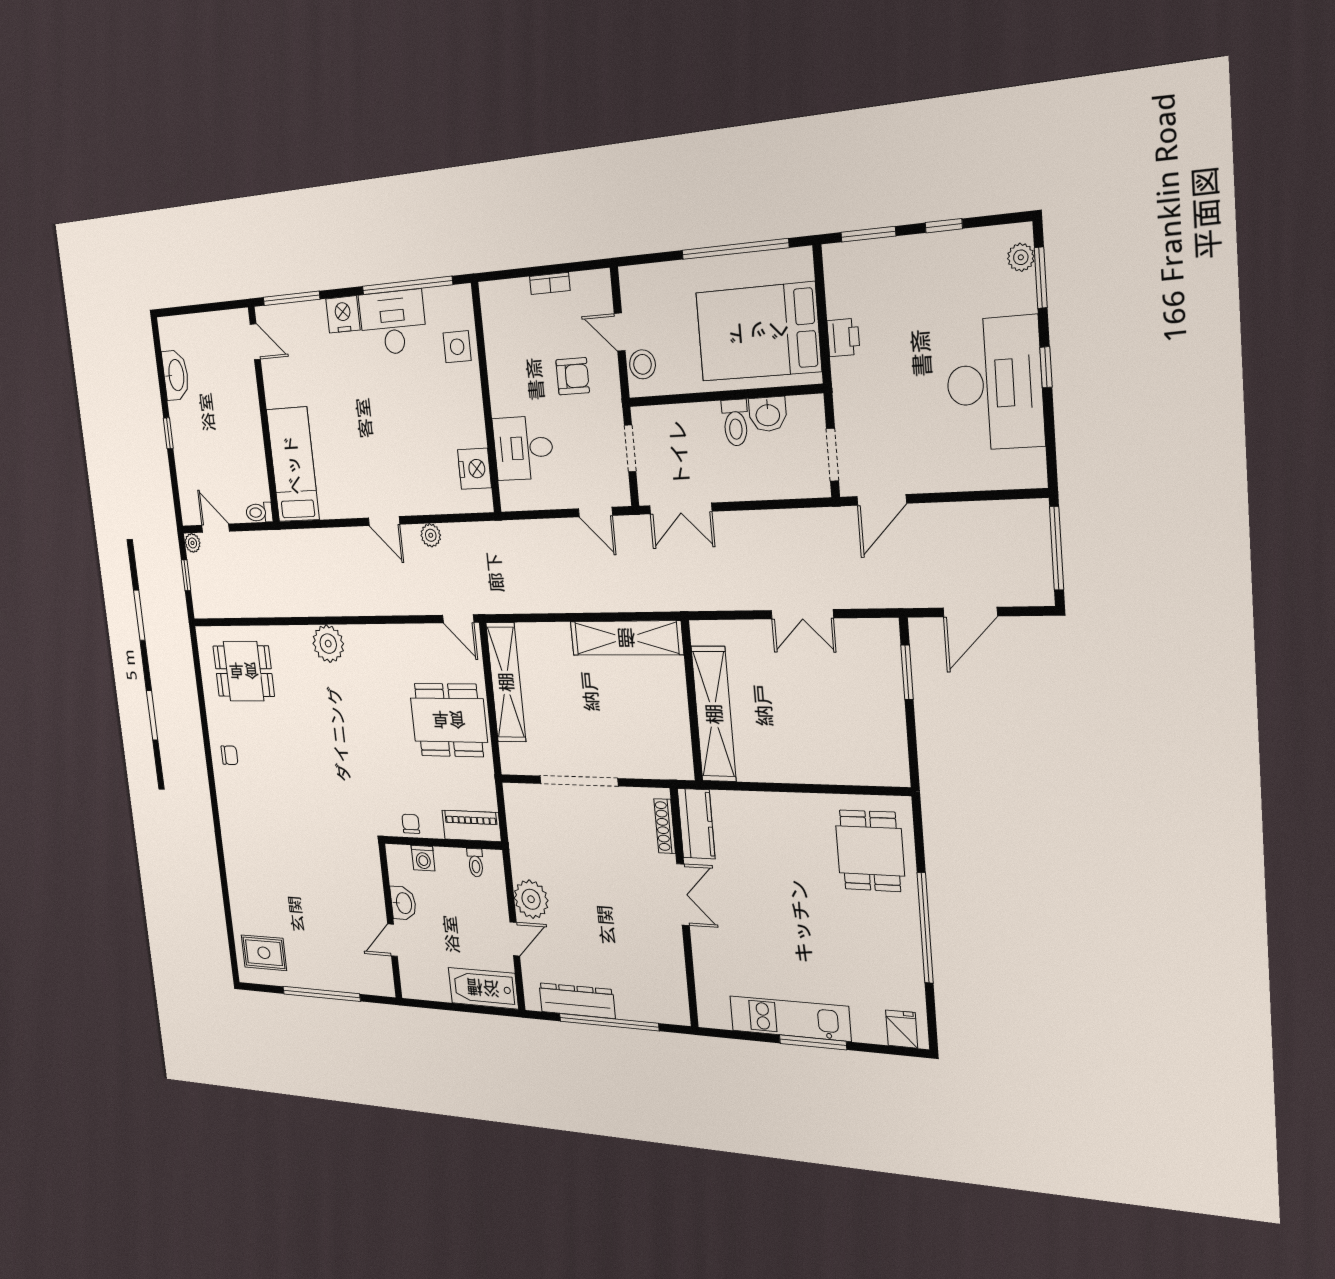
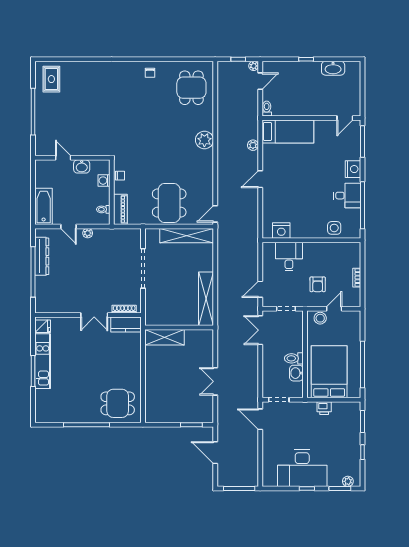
desk: (393, 323) -> (347, 196), width x0.73
plant: (431, 535) -> (253, 145), moved
shelving: (714, 714) -> (164, 337), width x0.68
plant: (531, 899) -> (88, 233), width x0.53, depth x0.53
fridge: (902, 1029) -> (43, 326), moved

